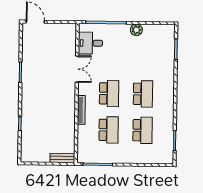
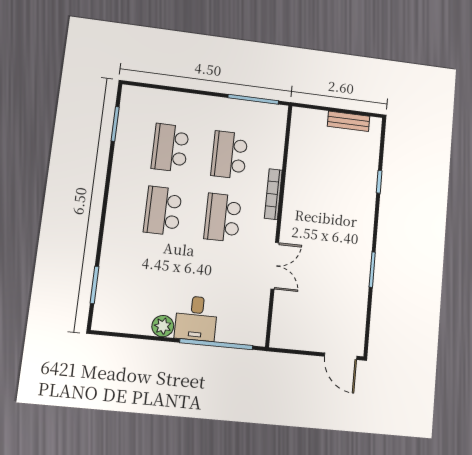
desk: (90, 43) -> (196, 318), moved, turned 90
double door: (77, 69) -> (275, 266), swing flipped
bench: (62, 158) -> (348, 121), moved

